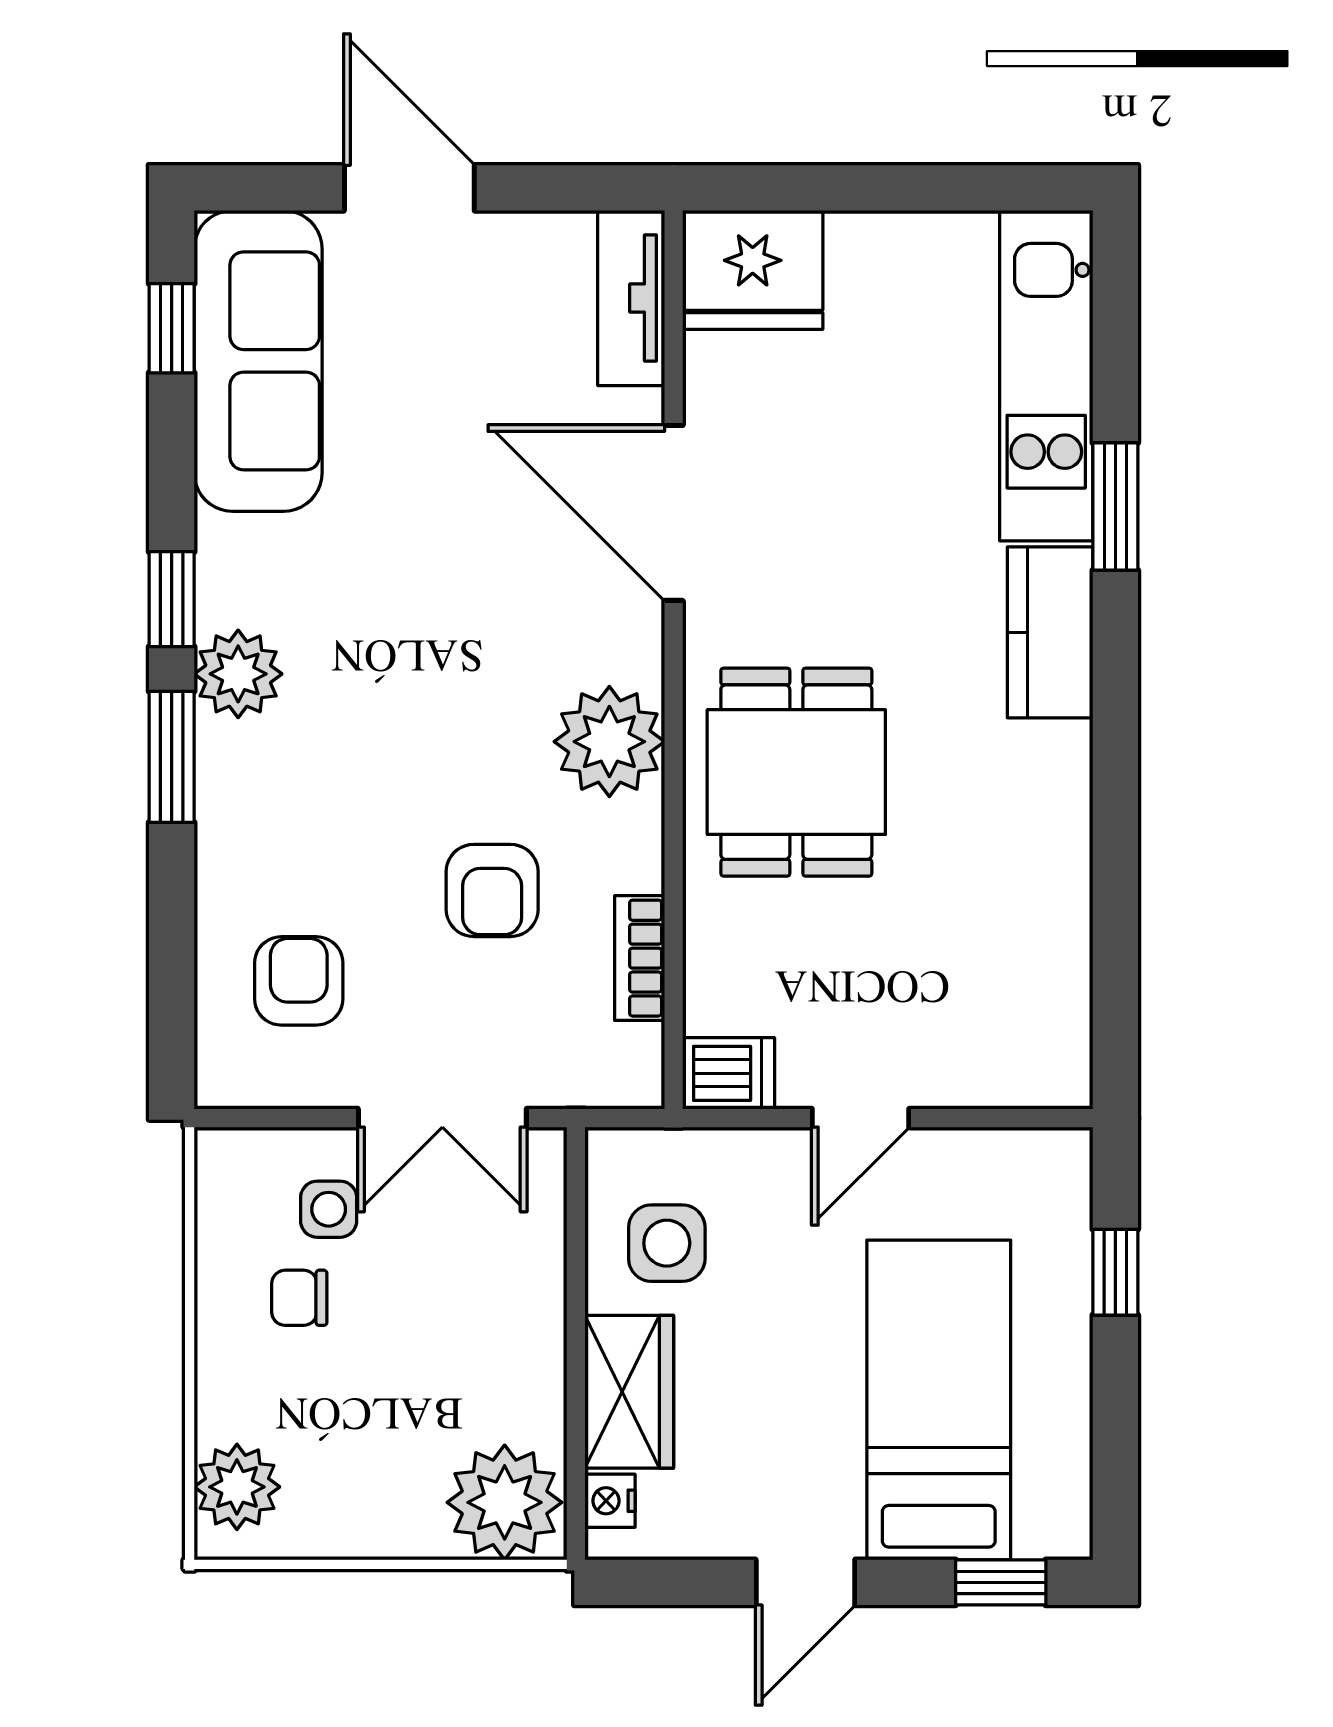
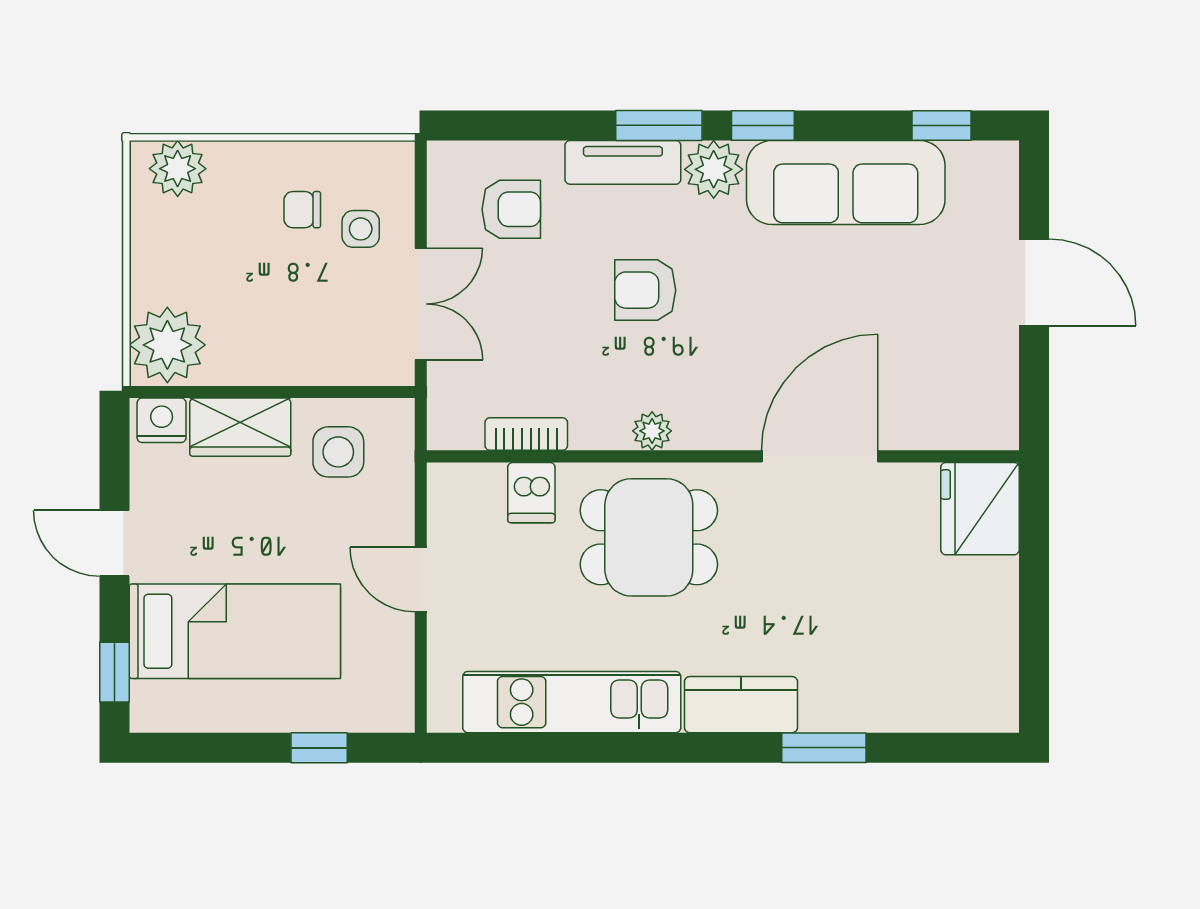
door: (409, 188) -> (1034, 282), hinge flipped
tv unit: (631, 298) -> (623, 162), moved, turned 180
sofa: (258, 361) -> (846, 182), moved
kitchen unit: (1046, 376) -> (572, 702), moved
plant: (609, 742) -> (652, 431), width x0.53, depth x0.53
armchair: (492, 890) -> (645, 290), moved
dishwasher: (729, 1073) -> (531, 493), moved
double door: (442, 1118) -> (421, 304), swing flipped
chair: (299, 1298) -> (302, 210), turned -90
nightstand: (610, 1501) -> (162, 420), width x1.39, depth x1.35

